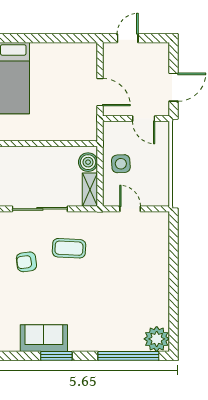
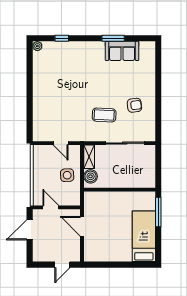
plant: (157, 339) -> (37, 46), width x0.53, depth x0.53
window: (128, 356) -> (62, 38), width x0.32

